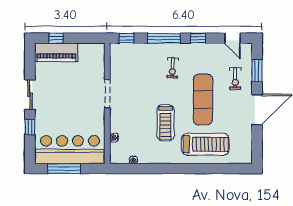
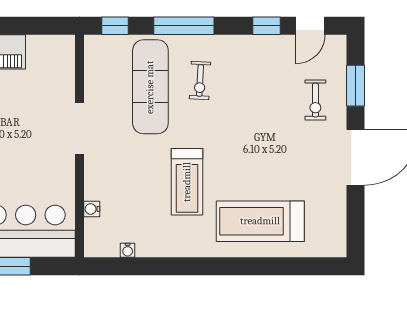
window: (198, 38) -> (267, 26), moved
door: (232, 38) -> (310, 26), hinge flipped
exercise mat: (203, 99) -> (150, 87), moved
treadmill: (205, 144) -> (260, 221), turned 180

